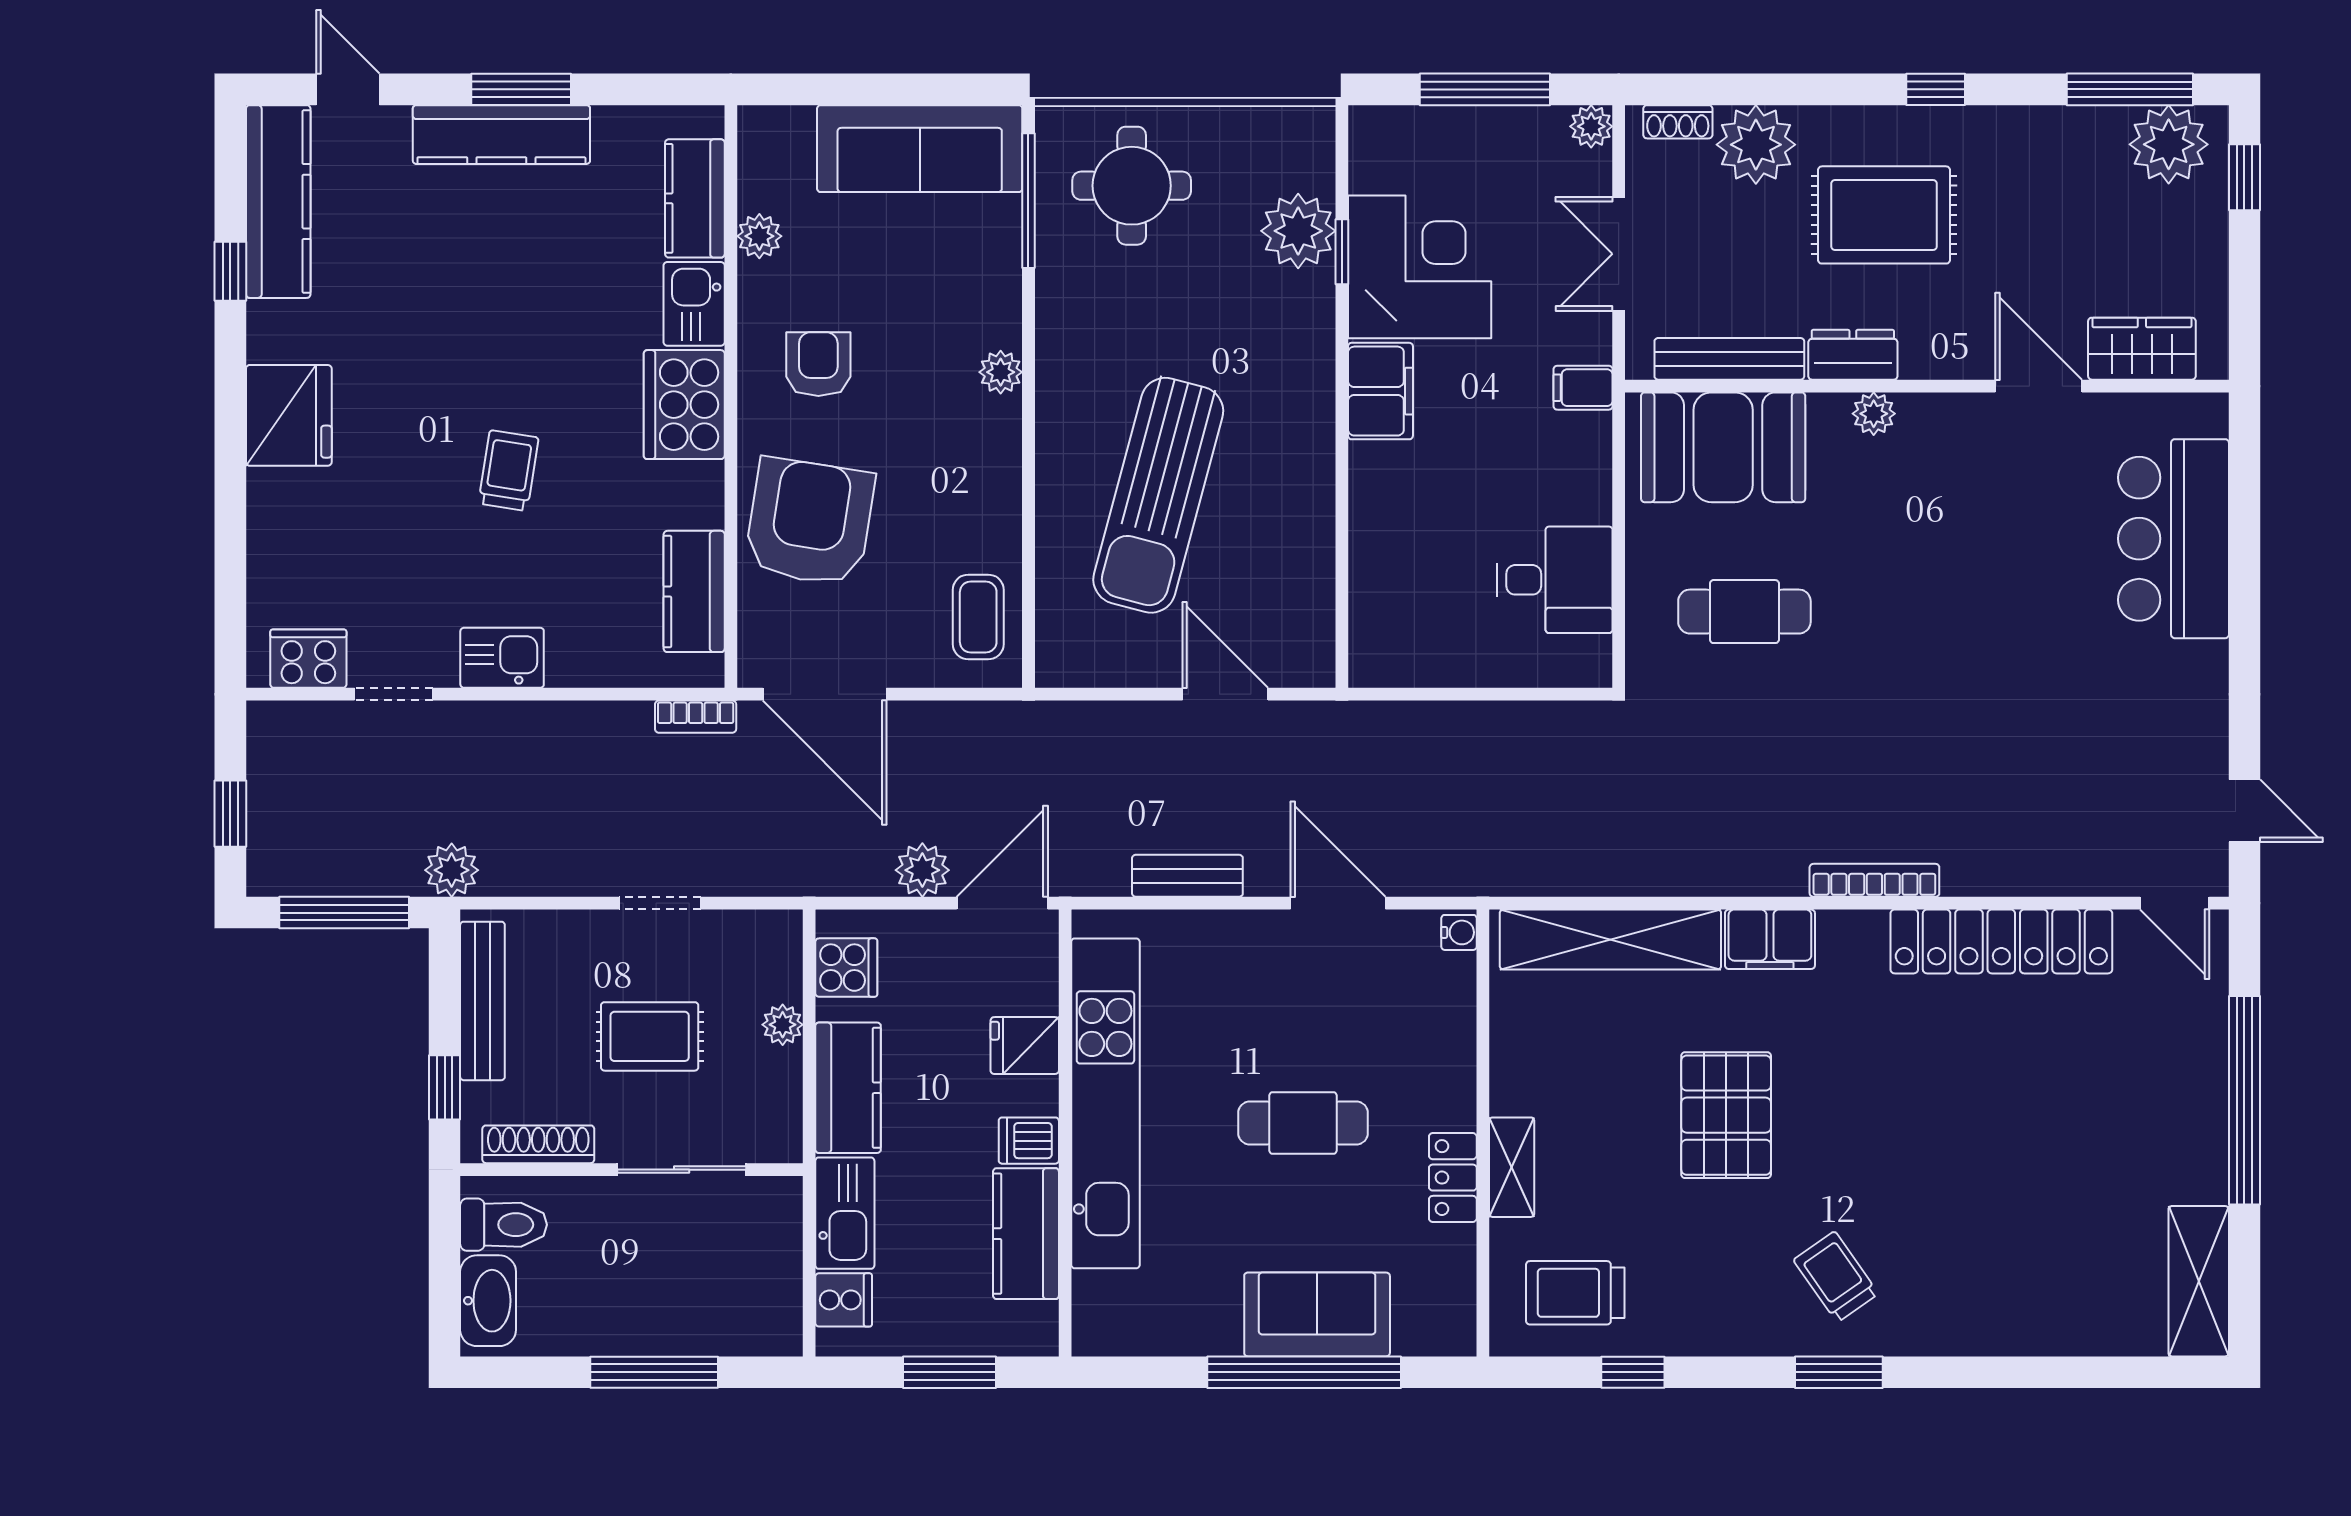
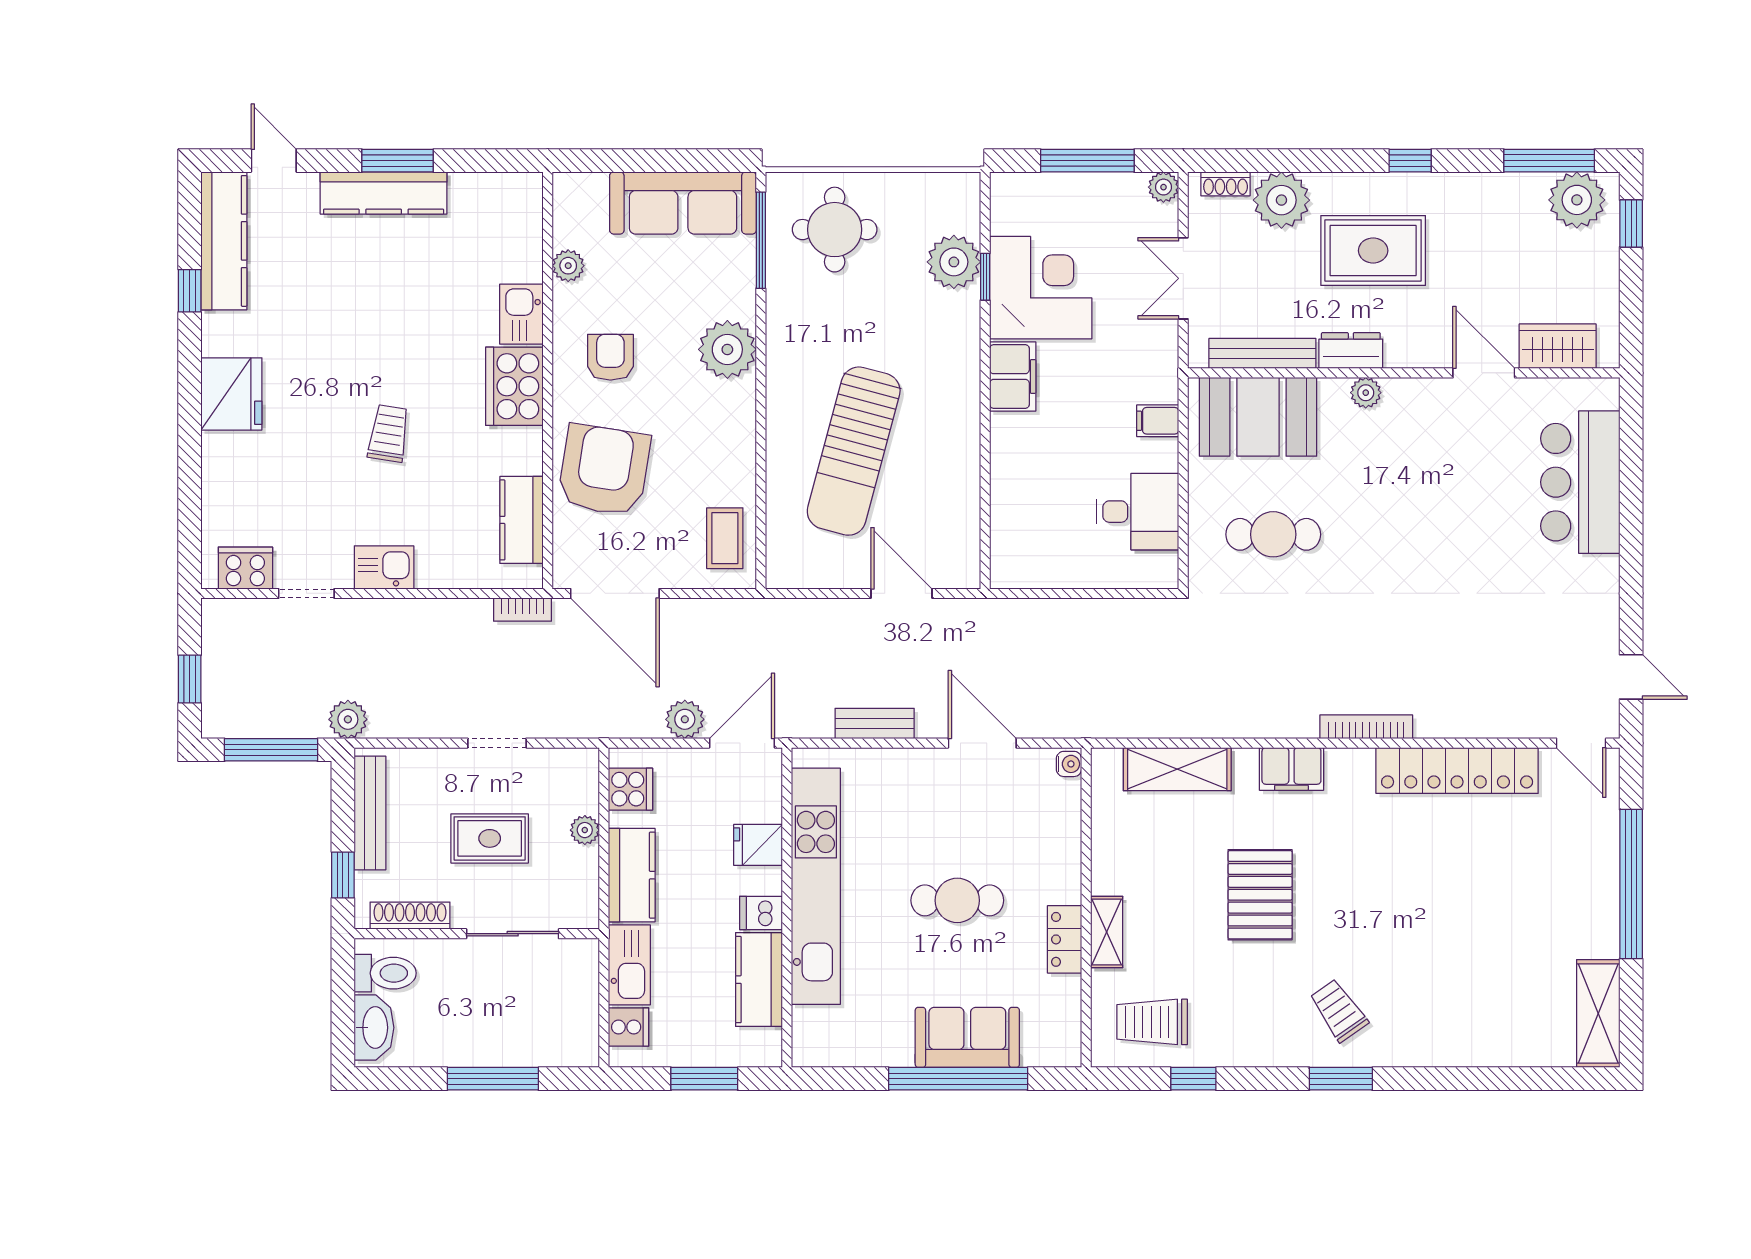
kitchen counter: (695, 198) -> (522, 239), removed
plant: (1001, 372) -> (727, 349), width x1.88, depth x1.88
filing cabinet: (1583, 388) -> (1158, 421), moved
shelving: (1610, 940) -> (1177, 769), width x0.68

